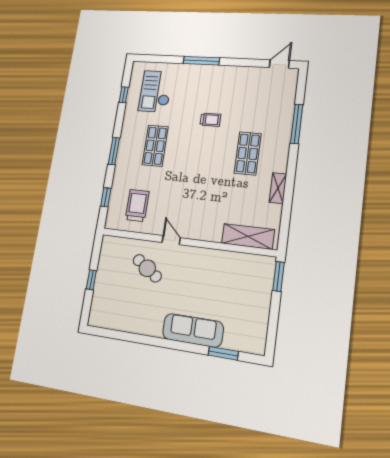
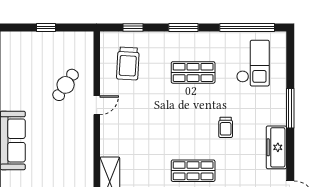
freezer: (236, 75) -> (276, 147), added
checkout: (156, 91) -> (253, 63), turned 90
window: (124, 95) -> (247, 27), width x3.17
trolley: (137, 206) -> (128, 63), turned 93

